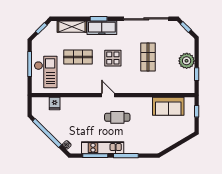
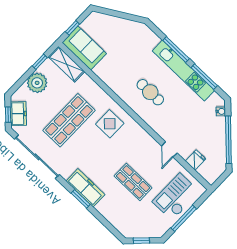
shelving: (72, 27) -> (66, 64), moved
freezer: (180, 33) -> (18, 114), added
shop shelf: (148, 57) -> (69, 120), width x1.43, depth x1.36
display table: (113, 58) -> (110, 124), moved
door: (108, 95) -> (169, 149), moved
sofa: (168, 106) -> (84, 48), moved
kitchen unit: (103, 148) -> (183, 71), width x1.36

